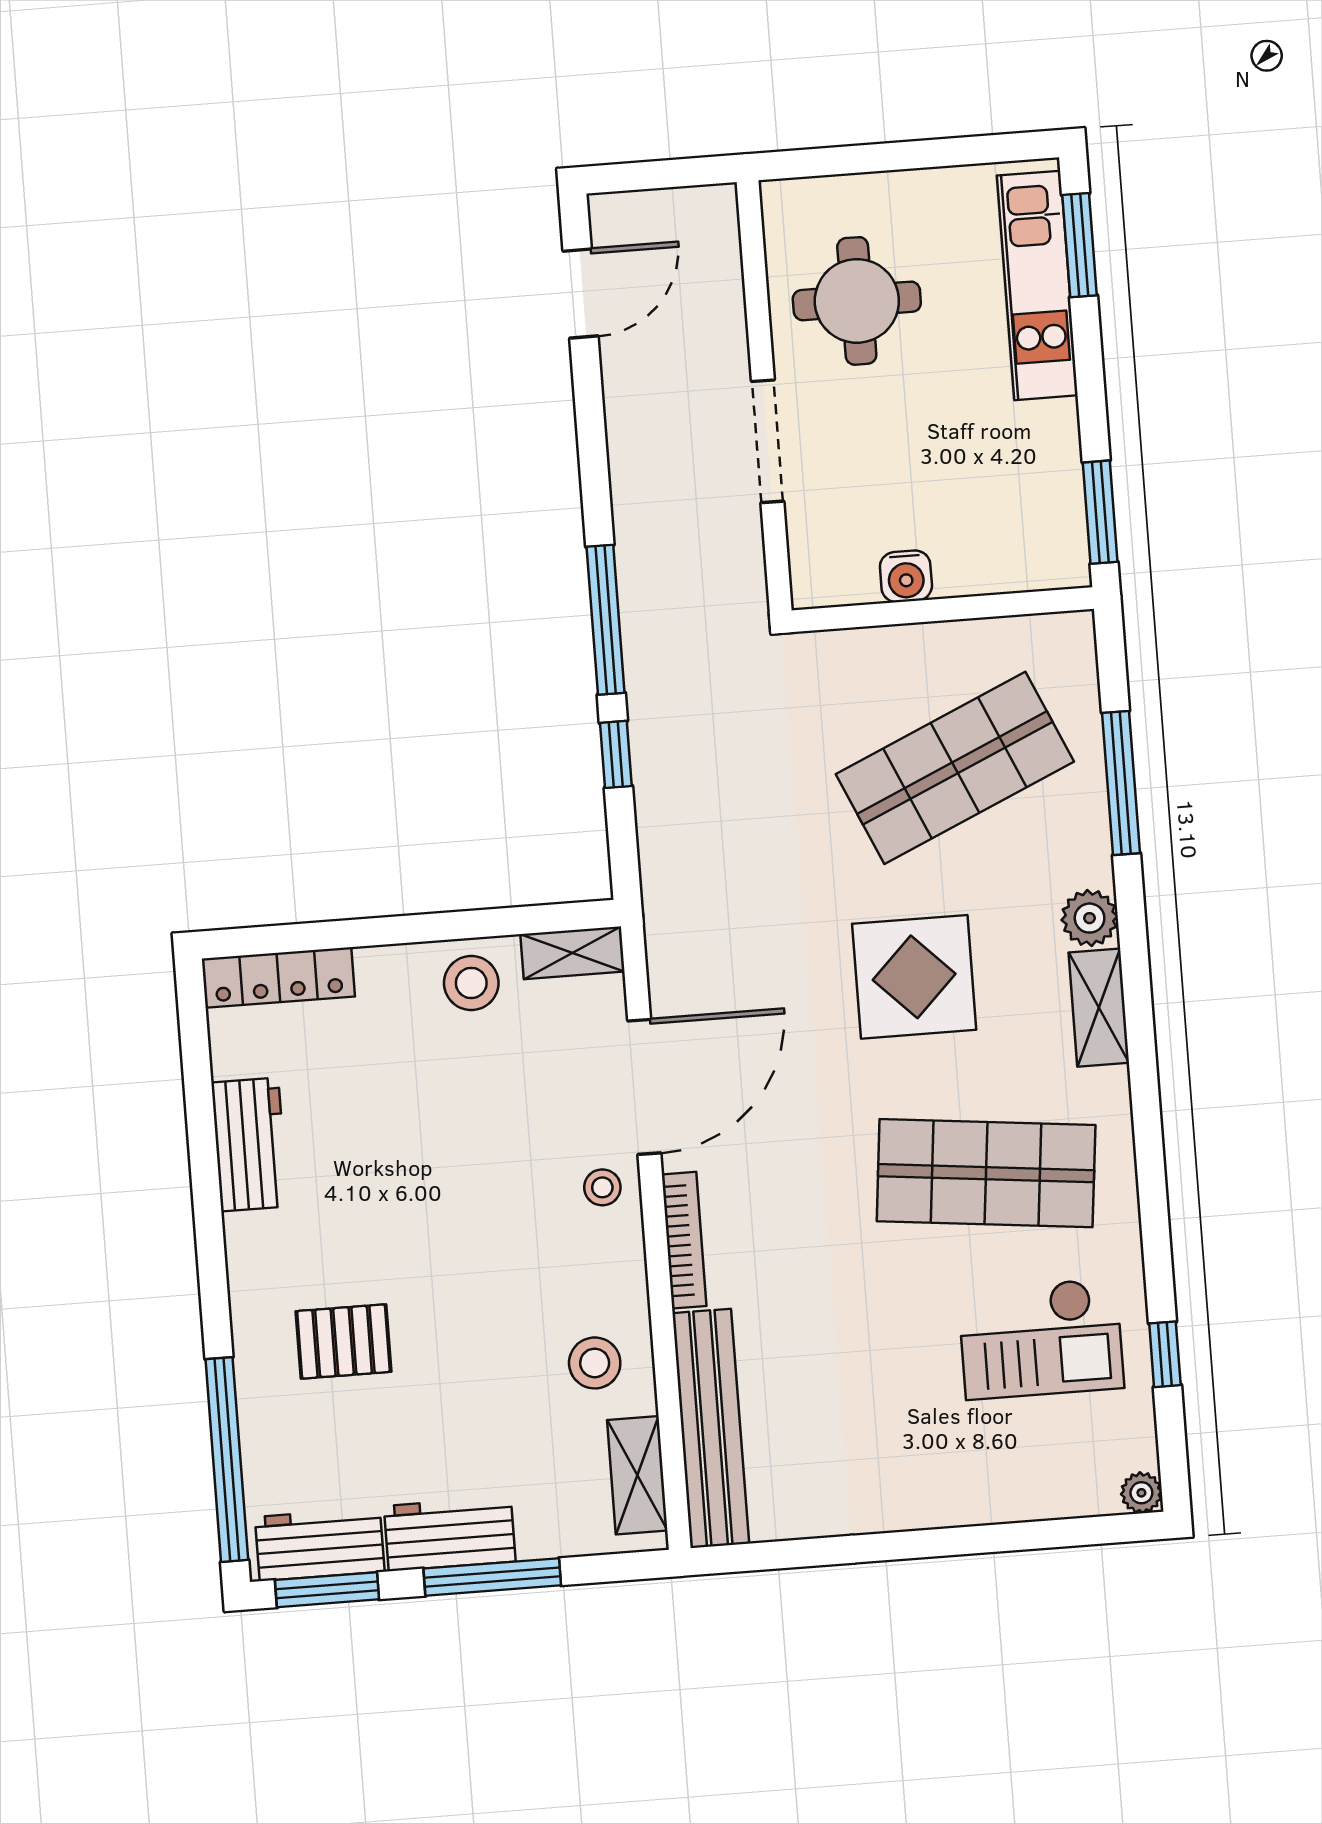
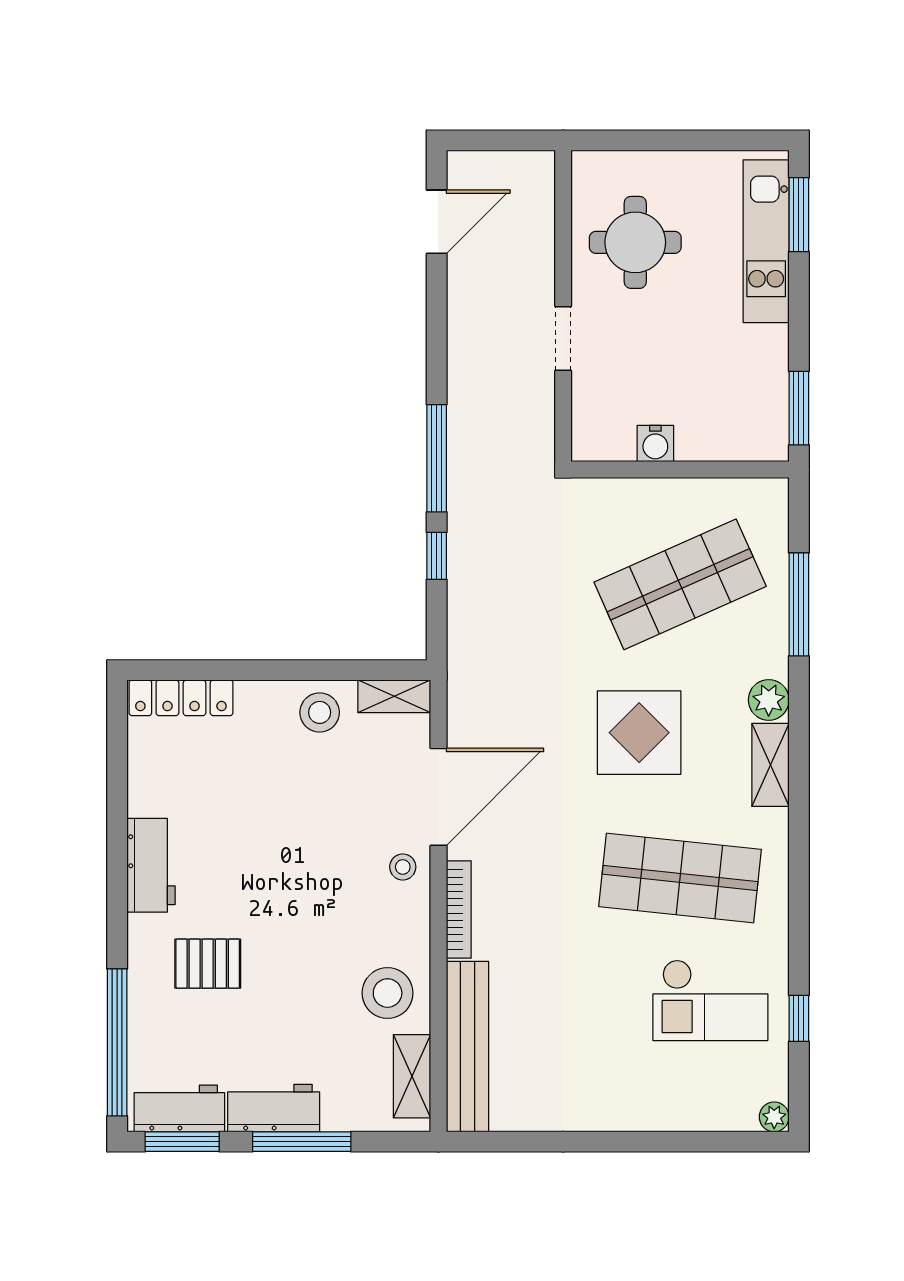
doorway: (768, 441) -> (563, 339), width x0.73
workbench: (250, 1145) -> (151, 865), moved
stool: (595, 1363) -> (388, 993), width x1.38, depth x1.38

